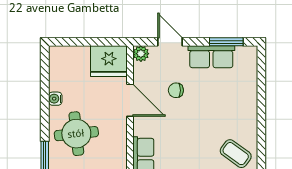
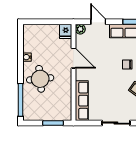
fridge: (109, 61) -> (66, 31), width x0.53, depth x0.75
chair: (176, 90) -> (127, 64), moved

